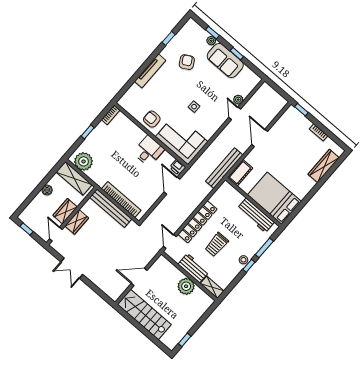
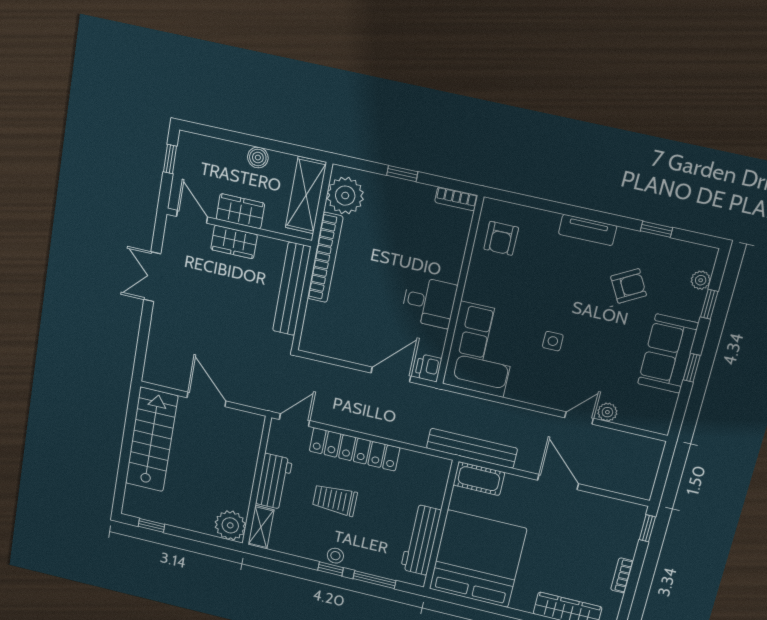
plant: (211, 41) -> (701, 280), moved
tv unit: (150, 71) -> (588, 230), width x0.71
armchair: (152, 119) -> (501, 238), moved, turned 180
door: (260, 138) -> (558, 482), hinge flipped
bed: (274, 198) -> (478, 559), width x1.36
bookcase: (121, 199) -> (325, 258), moved
door: (56, 234) -> (192, 217), hinge flipped
plant: (186, 286) -> (230, 525), moved

